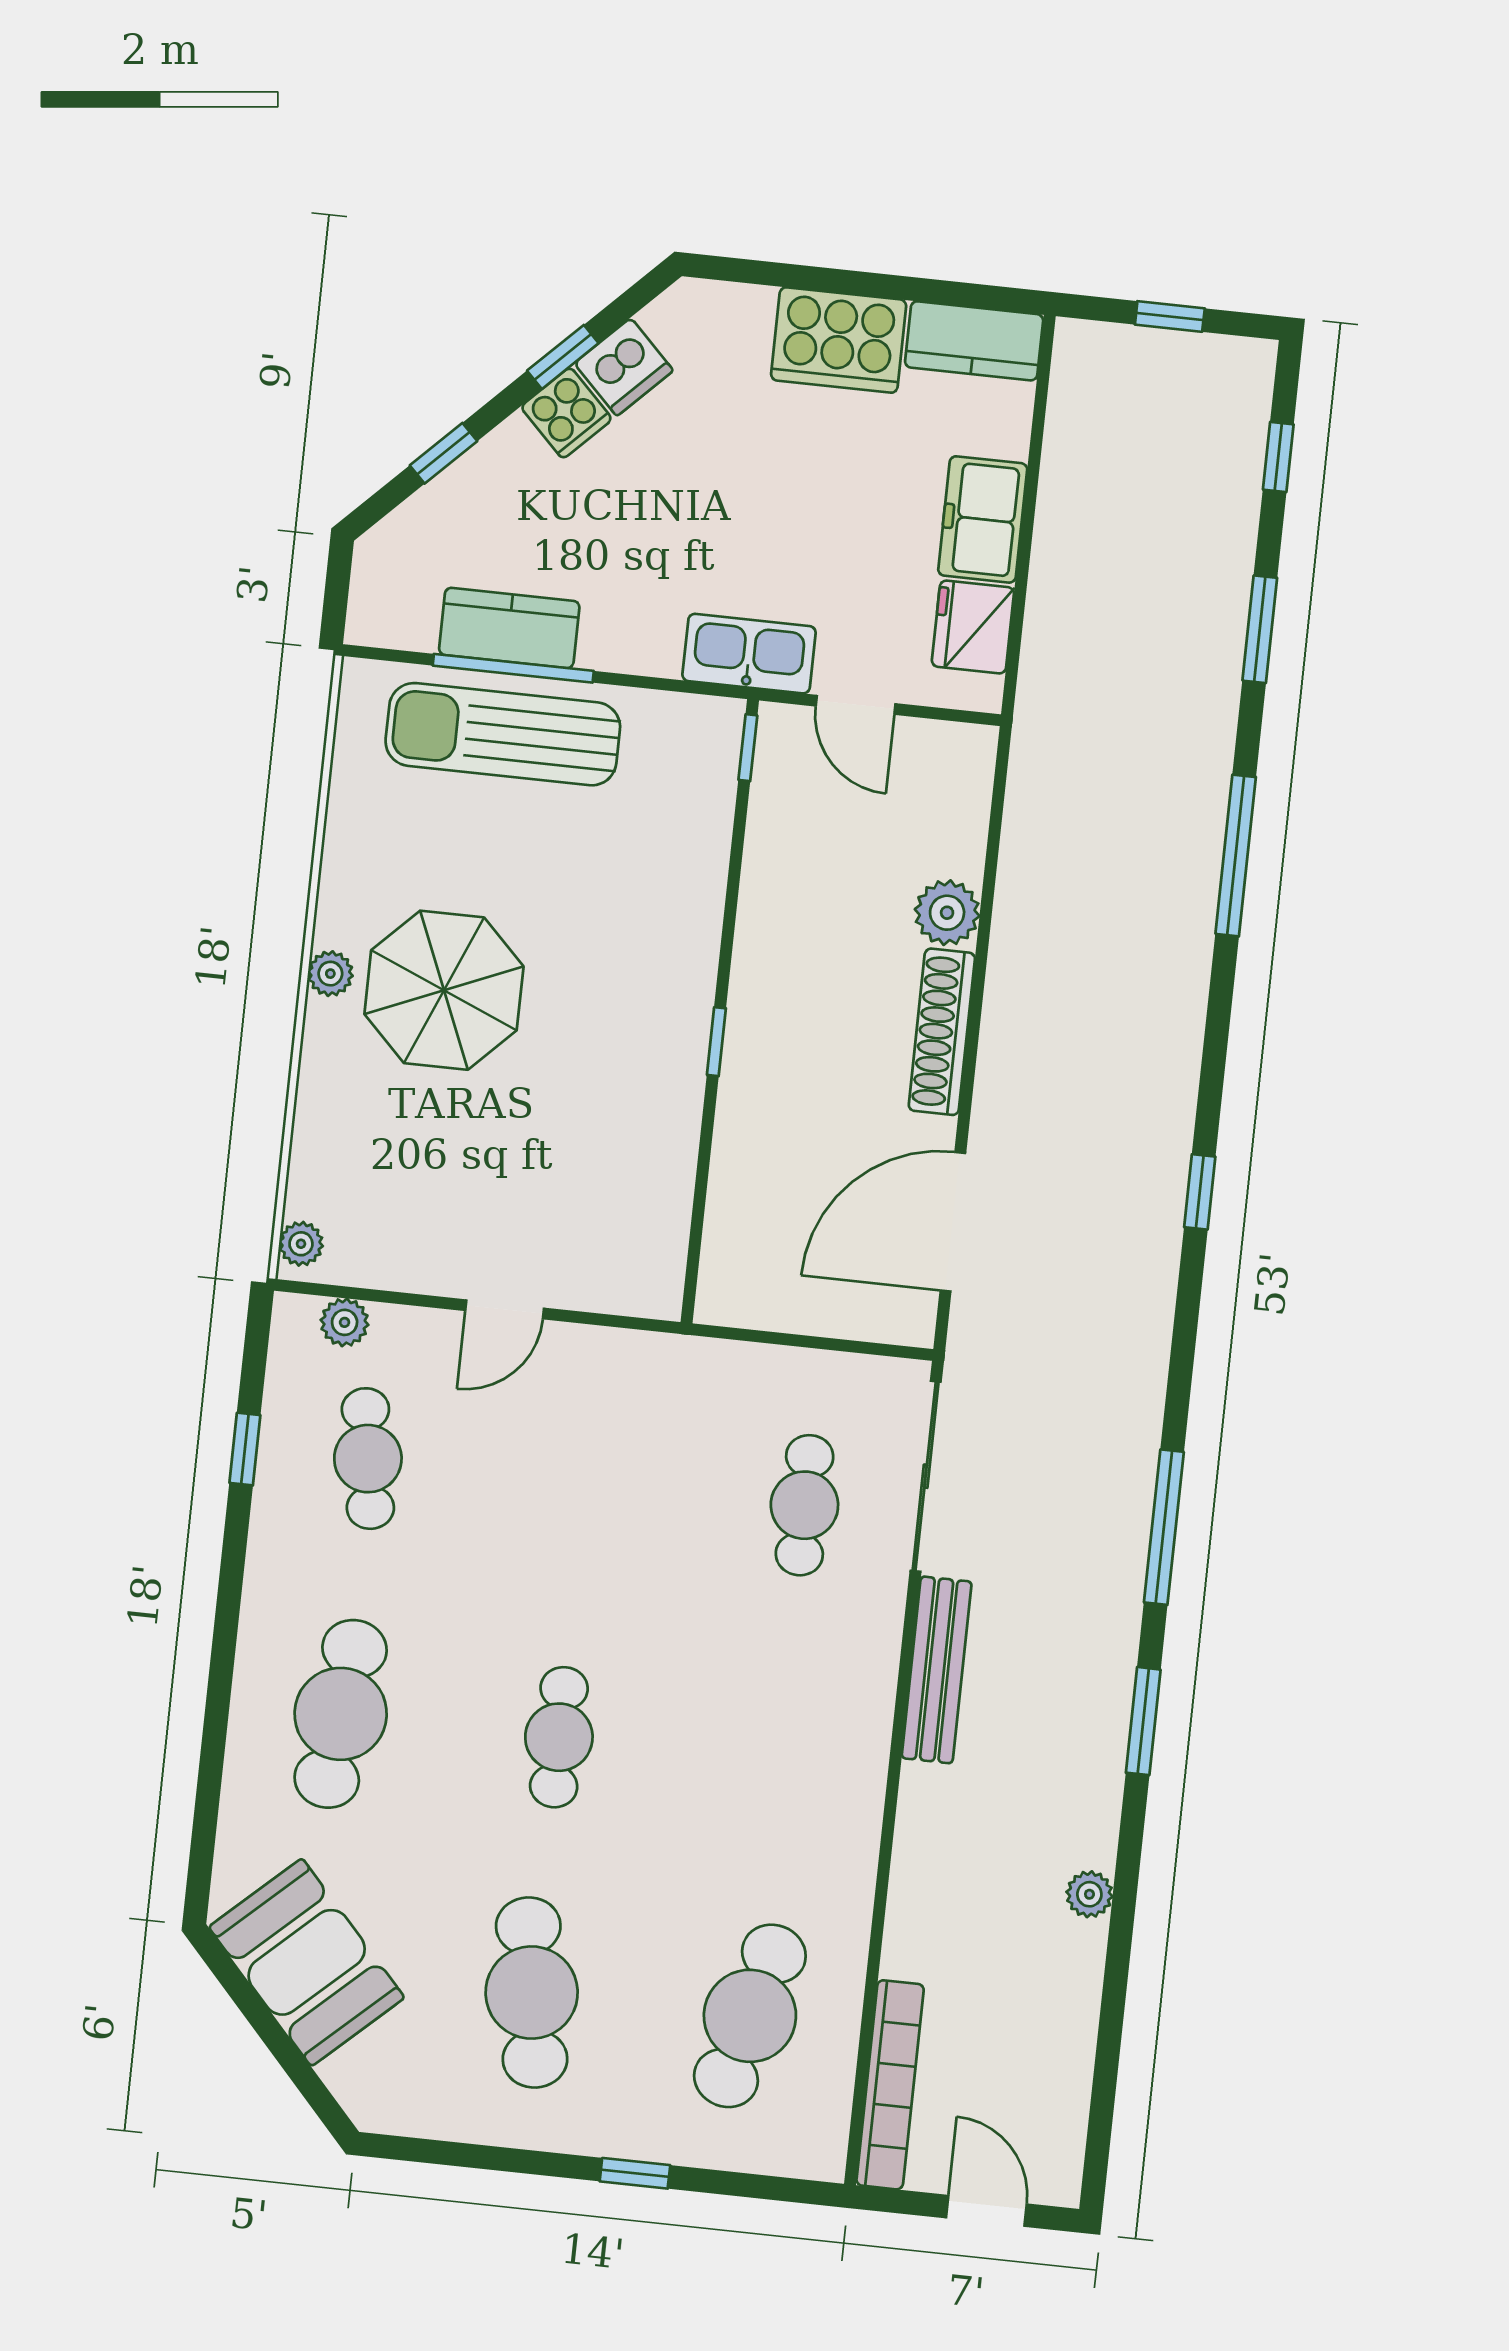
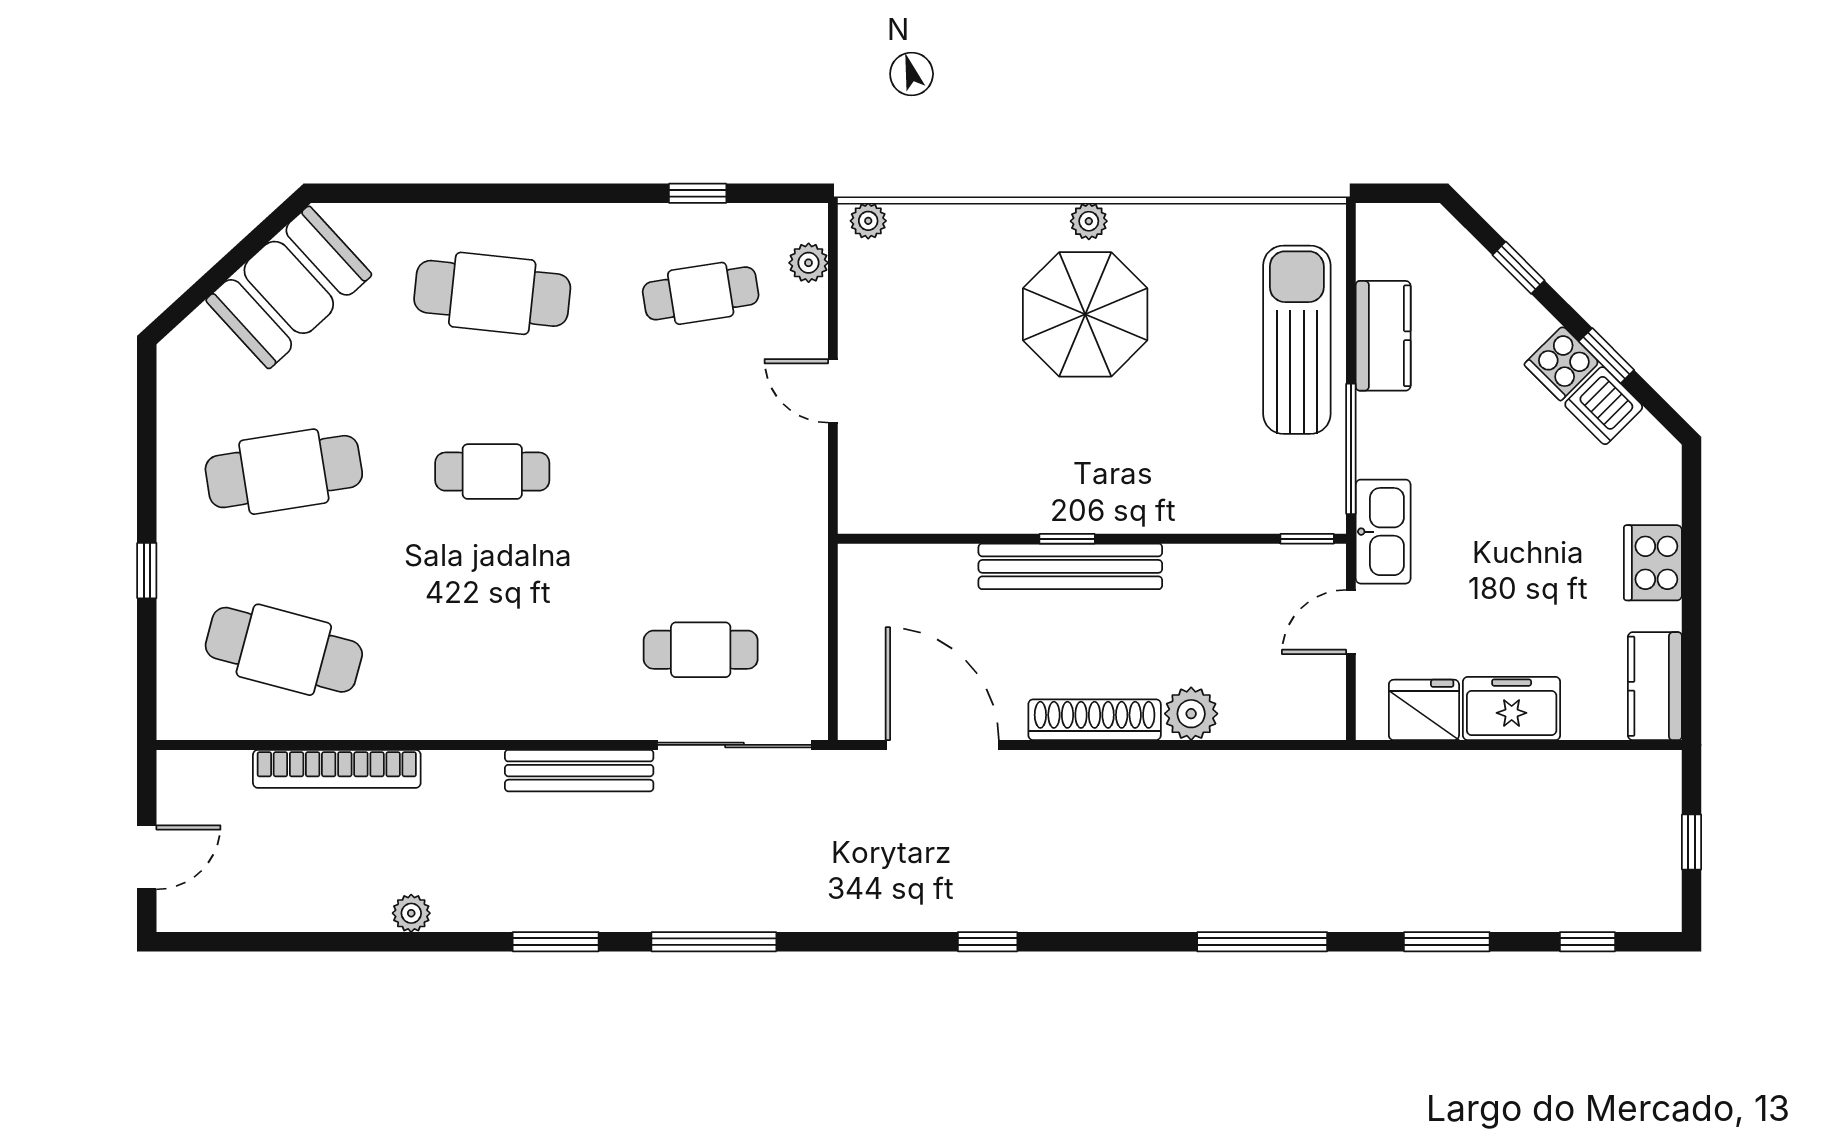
cooker: (839, 340) -> (1653, 563), width x0.73, depth x0.76
window: (513, 668) -> (1351, 449), moved
bench: (751, 1041) -> (1070, 566), added
bookcase: (890, 2085) -> (337, 769), moved

